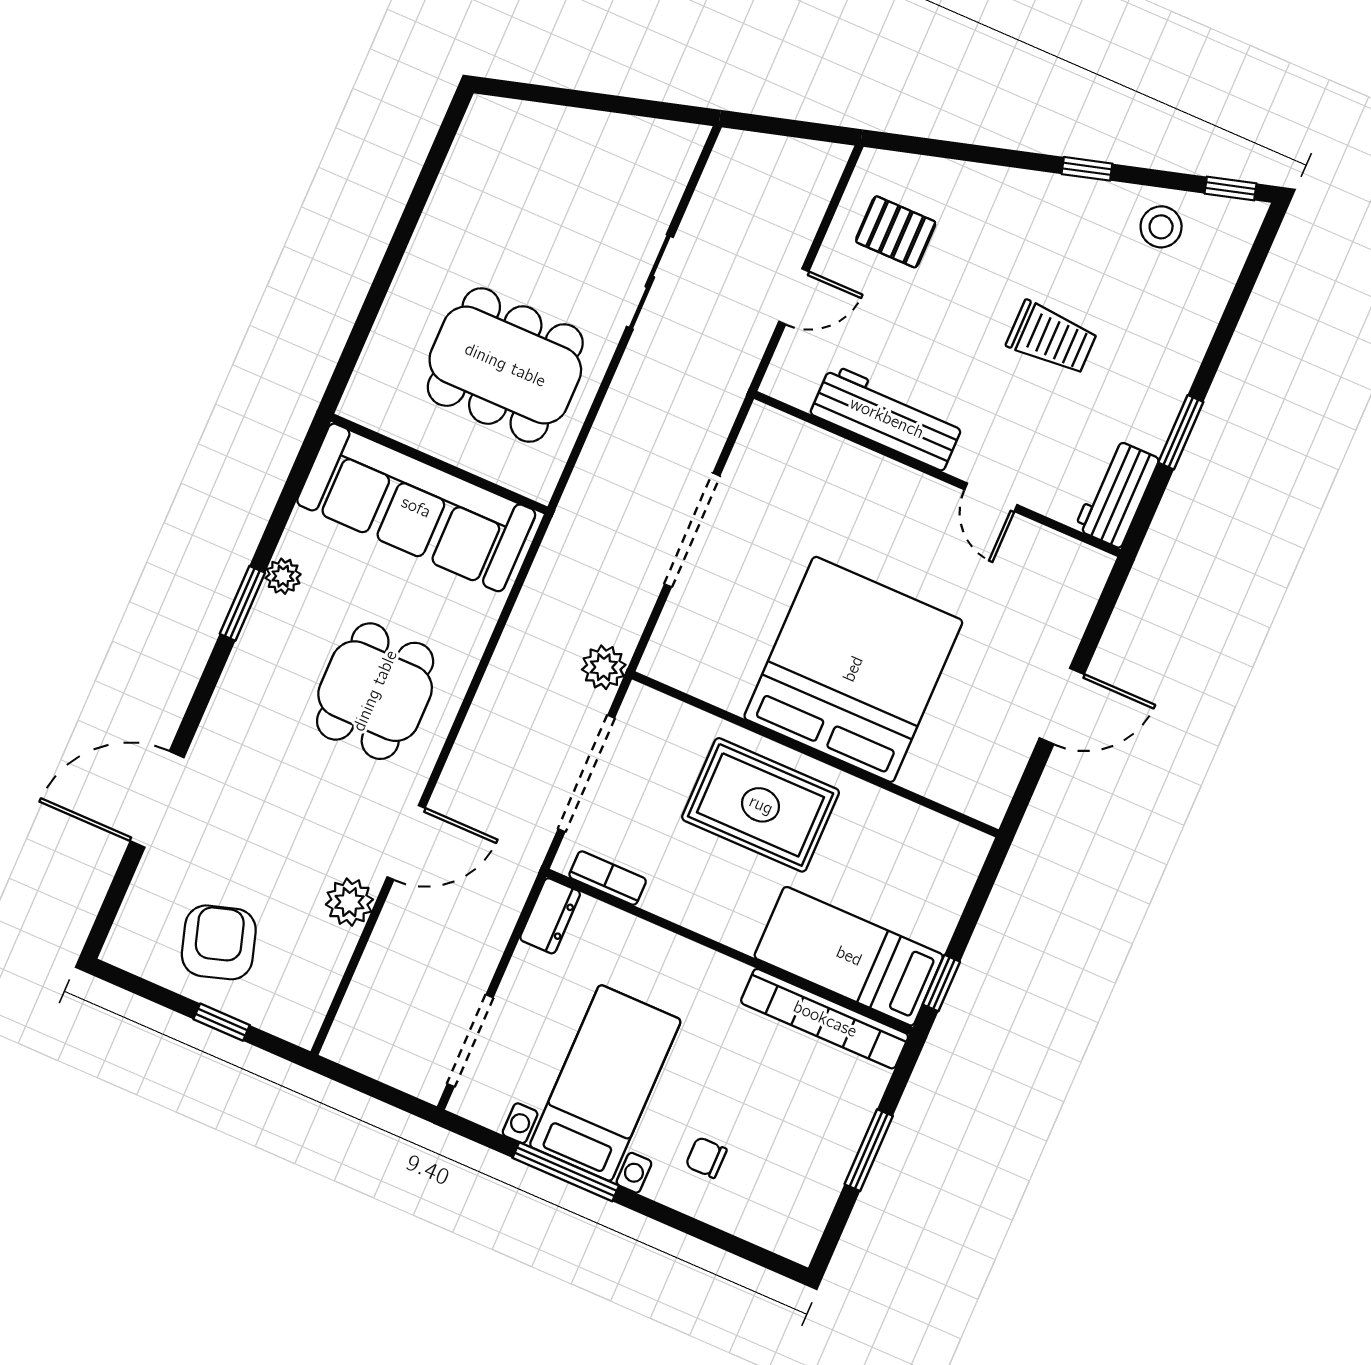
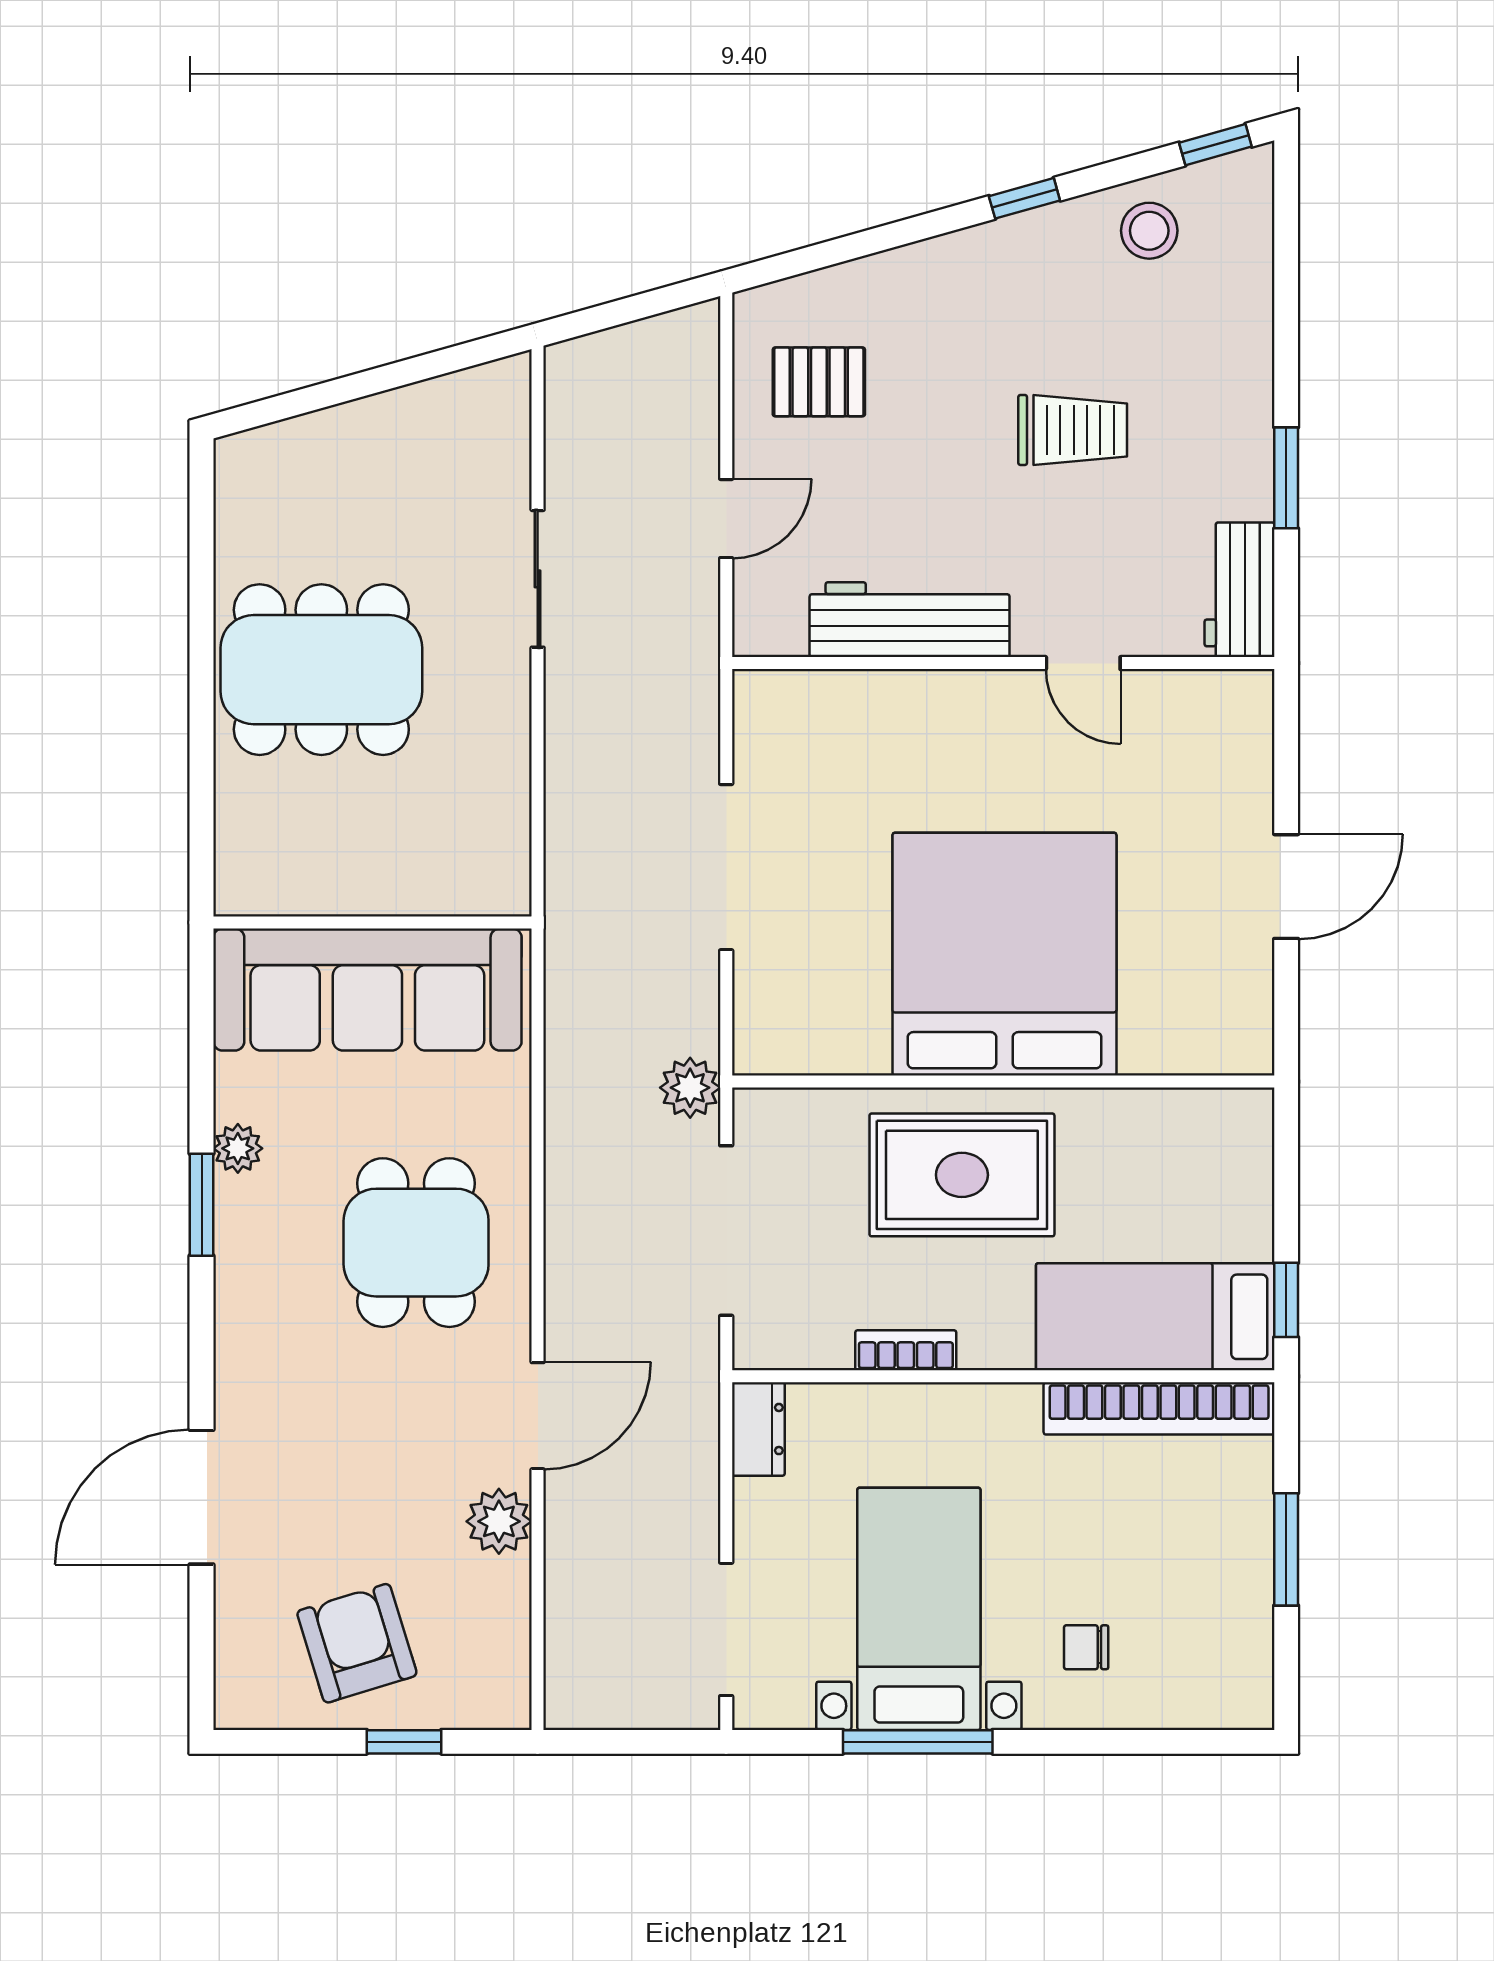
dining table: (505, 365) -> (321, 670), moved
bookcase: (608, 878) -> (906, 1350), moved

